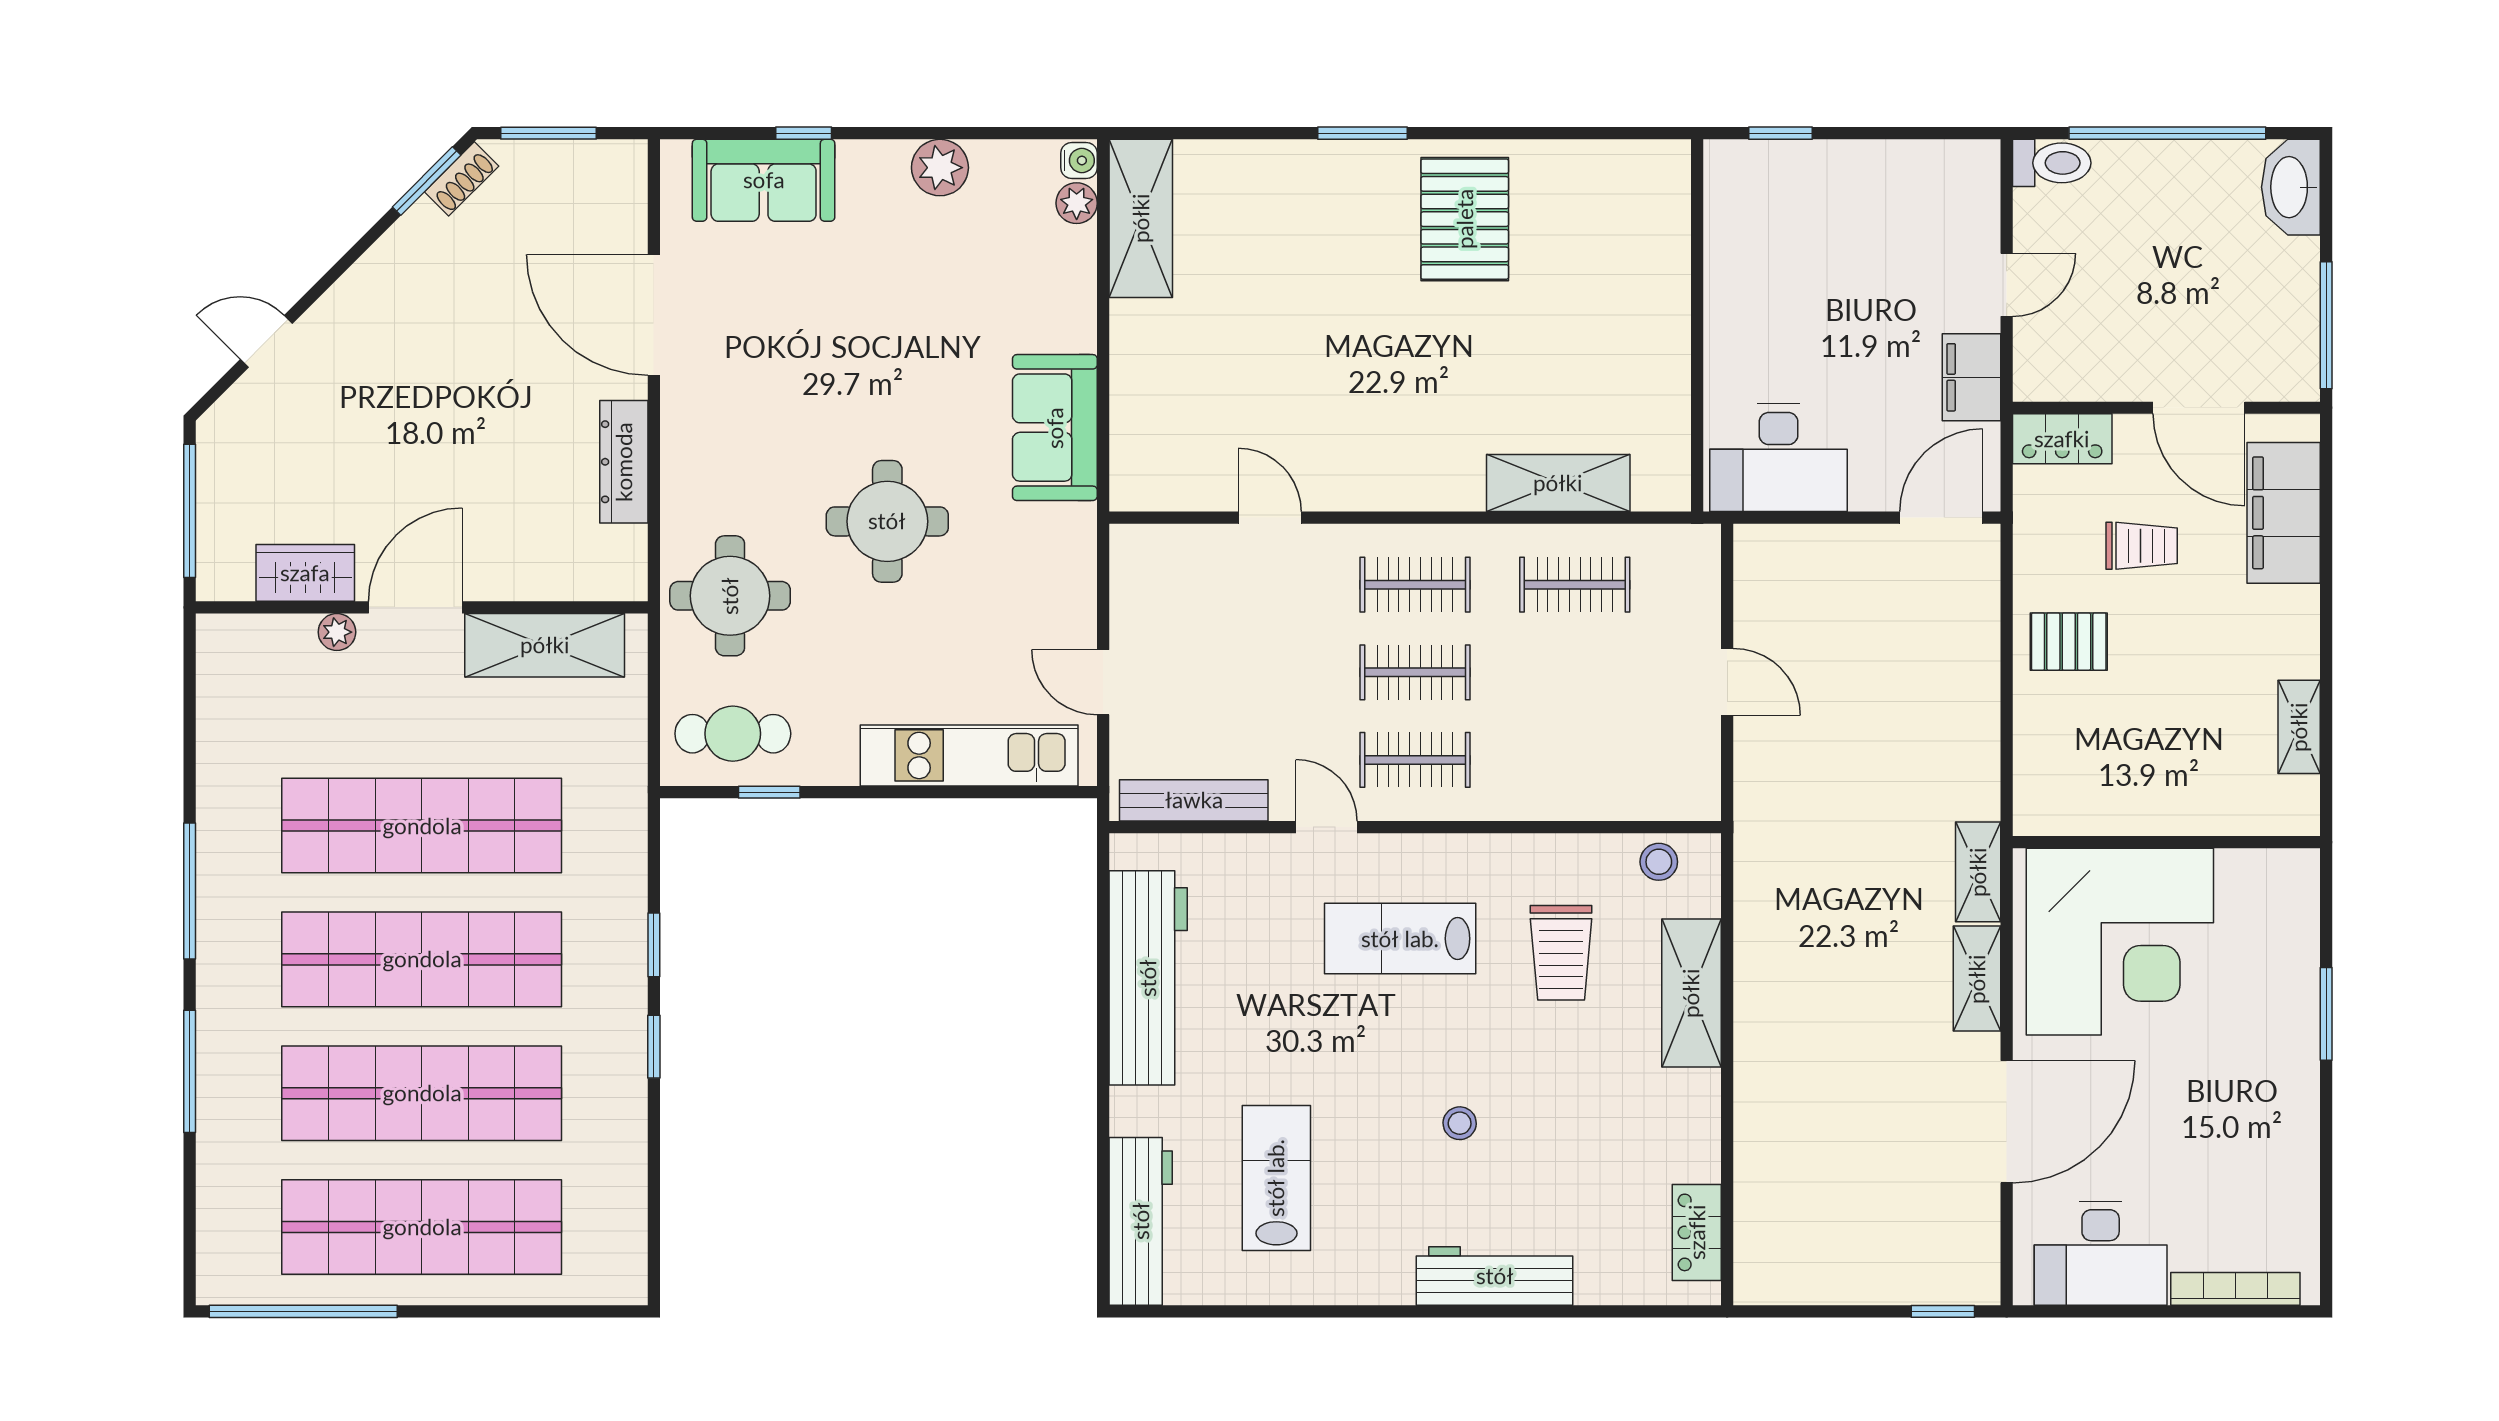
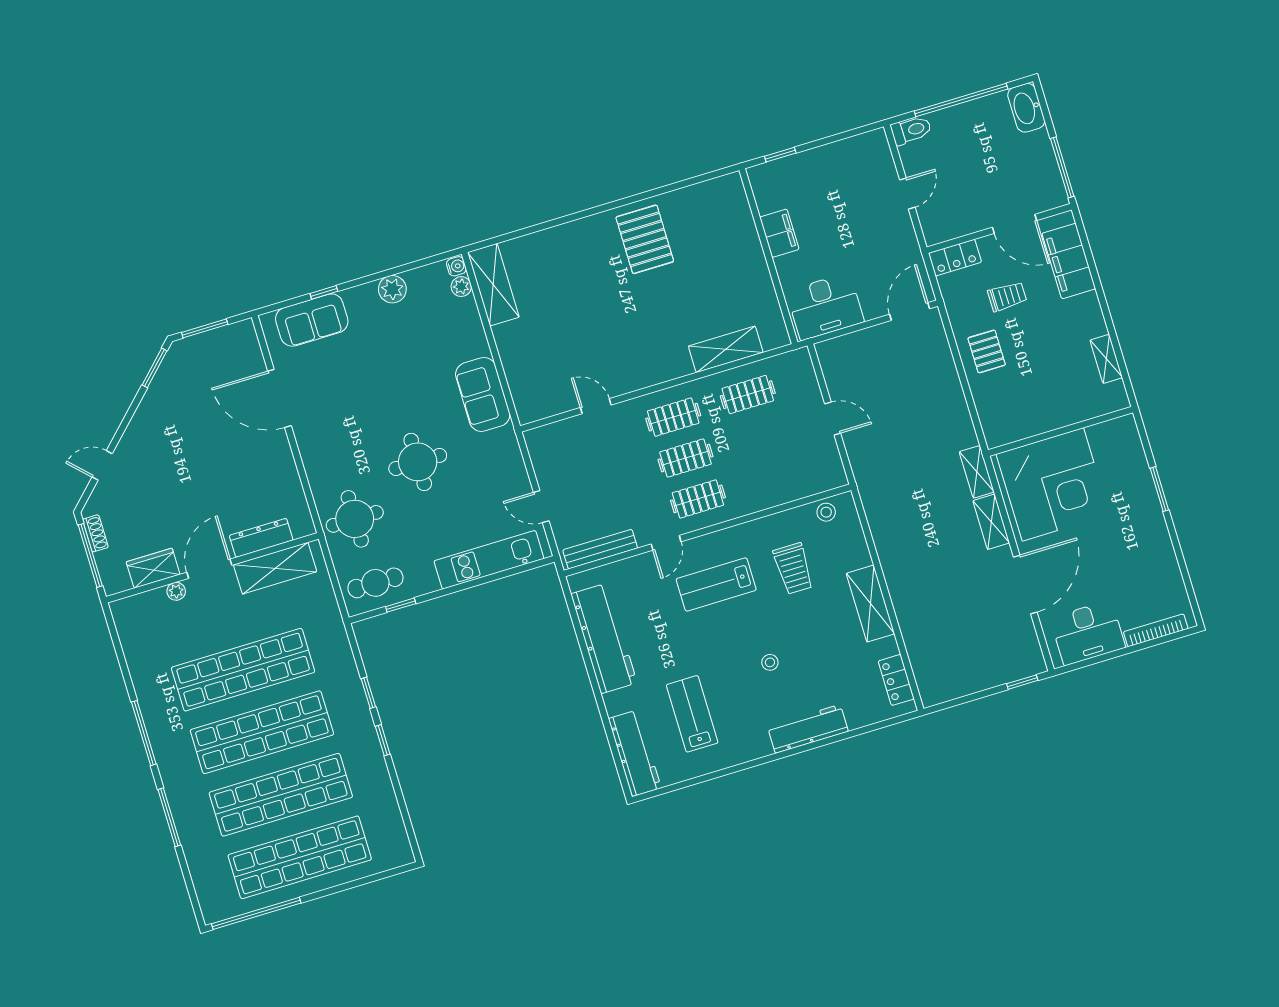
window: (1362, 133) -> (585, 214), removed
shoe rack: (462, 179) -> (95, 533), moved, turned -45
filing cabinet: (1972, 377) -> (779, 233), moved, turned 180
dresser: (624, 462) -> (261, 538), moved, turned 90
pallet: (2069, 642) -> (987, 351), turned 90
door: (1327, 827) -> (666, 543), swing flipped
shelving: (1691, 993) -> (870, 604), moved

